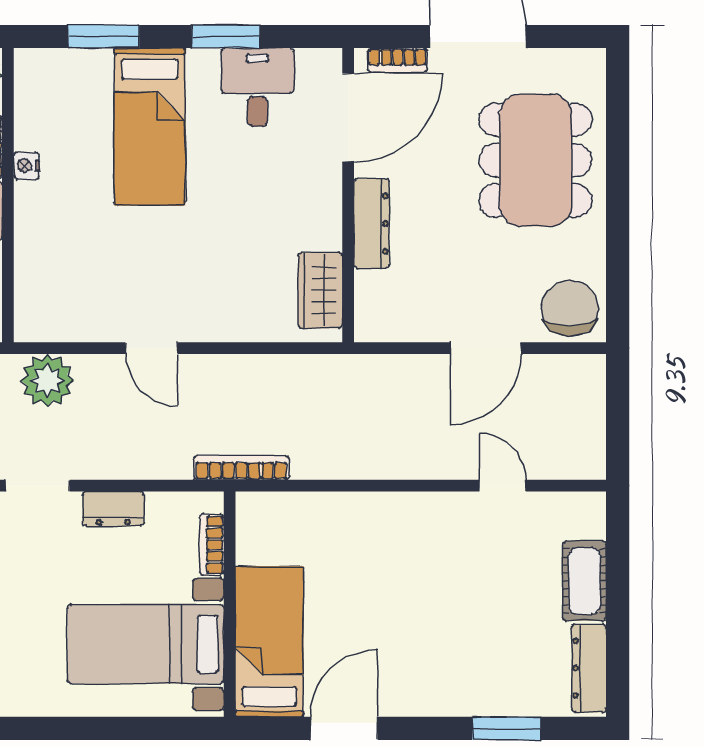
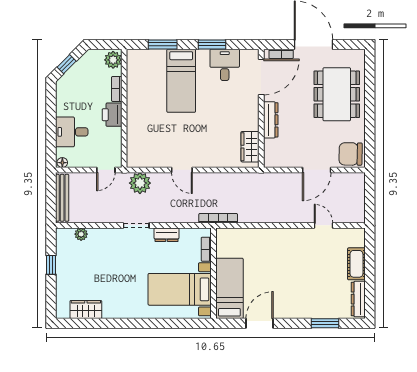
nightstand: (26, 166) -> (132, 96), removed
chair: (570, 308) -> (351, 154), turned -89

